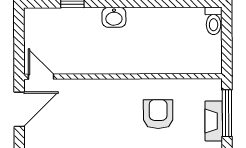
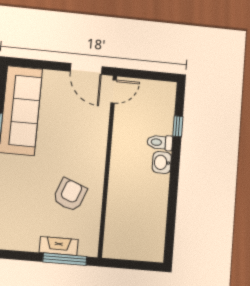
toilet: (214, 21) -> (160, 142), moved
armchair: (158, 114) -> (70, 195), turned -69

